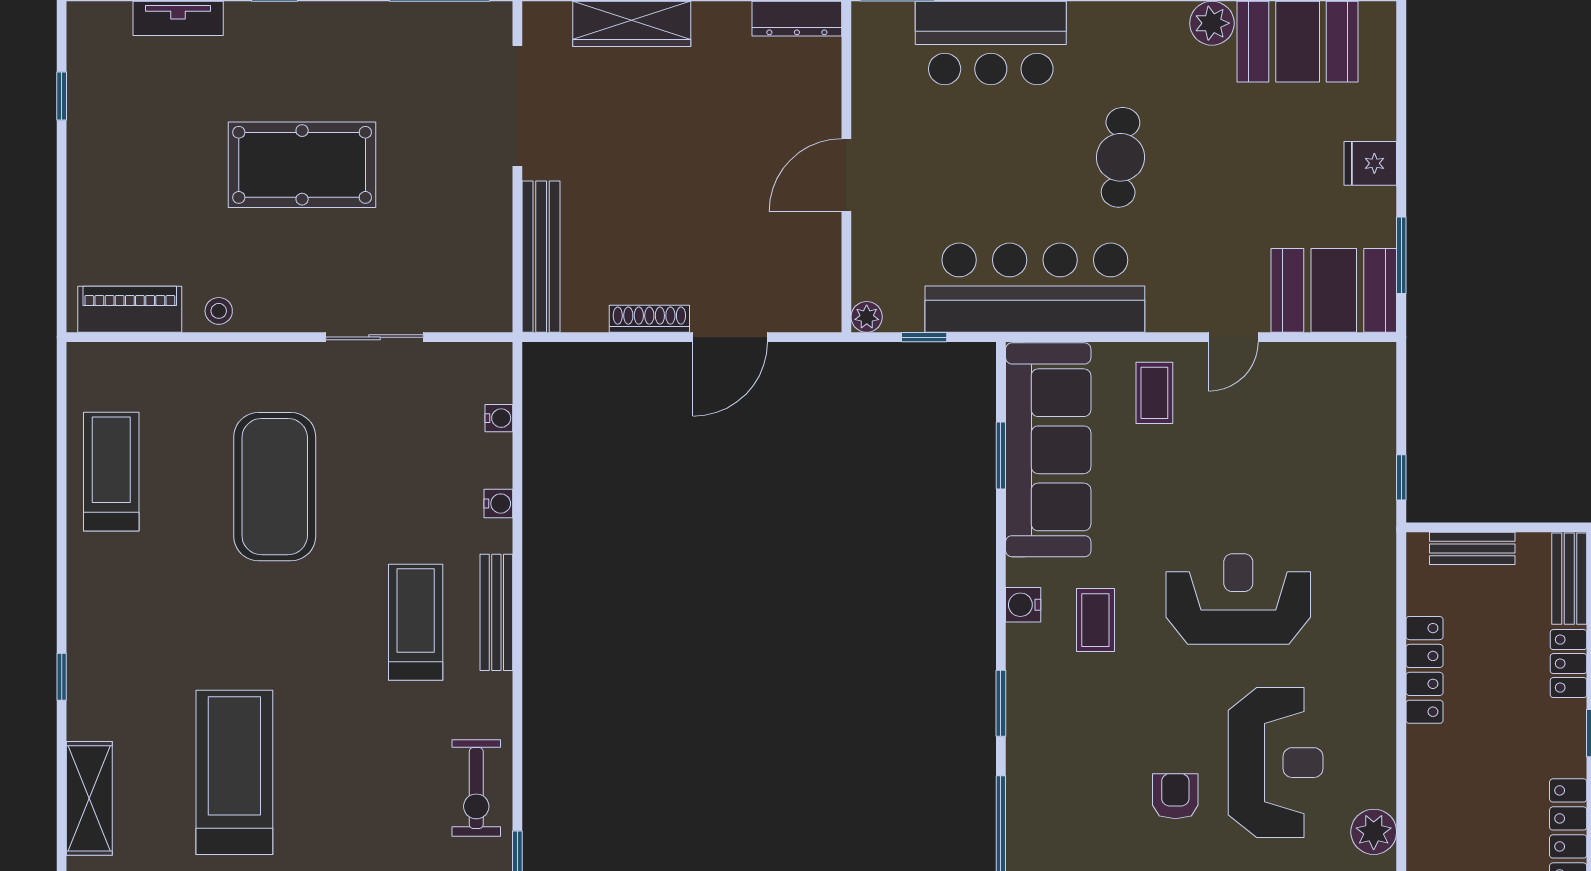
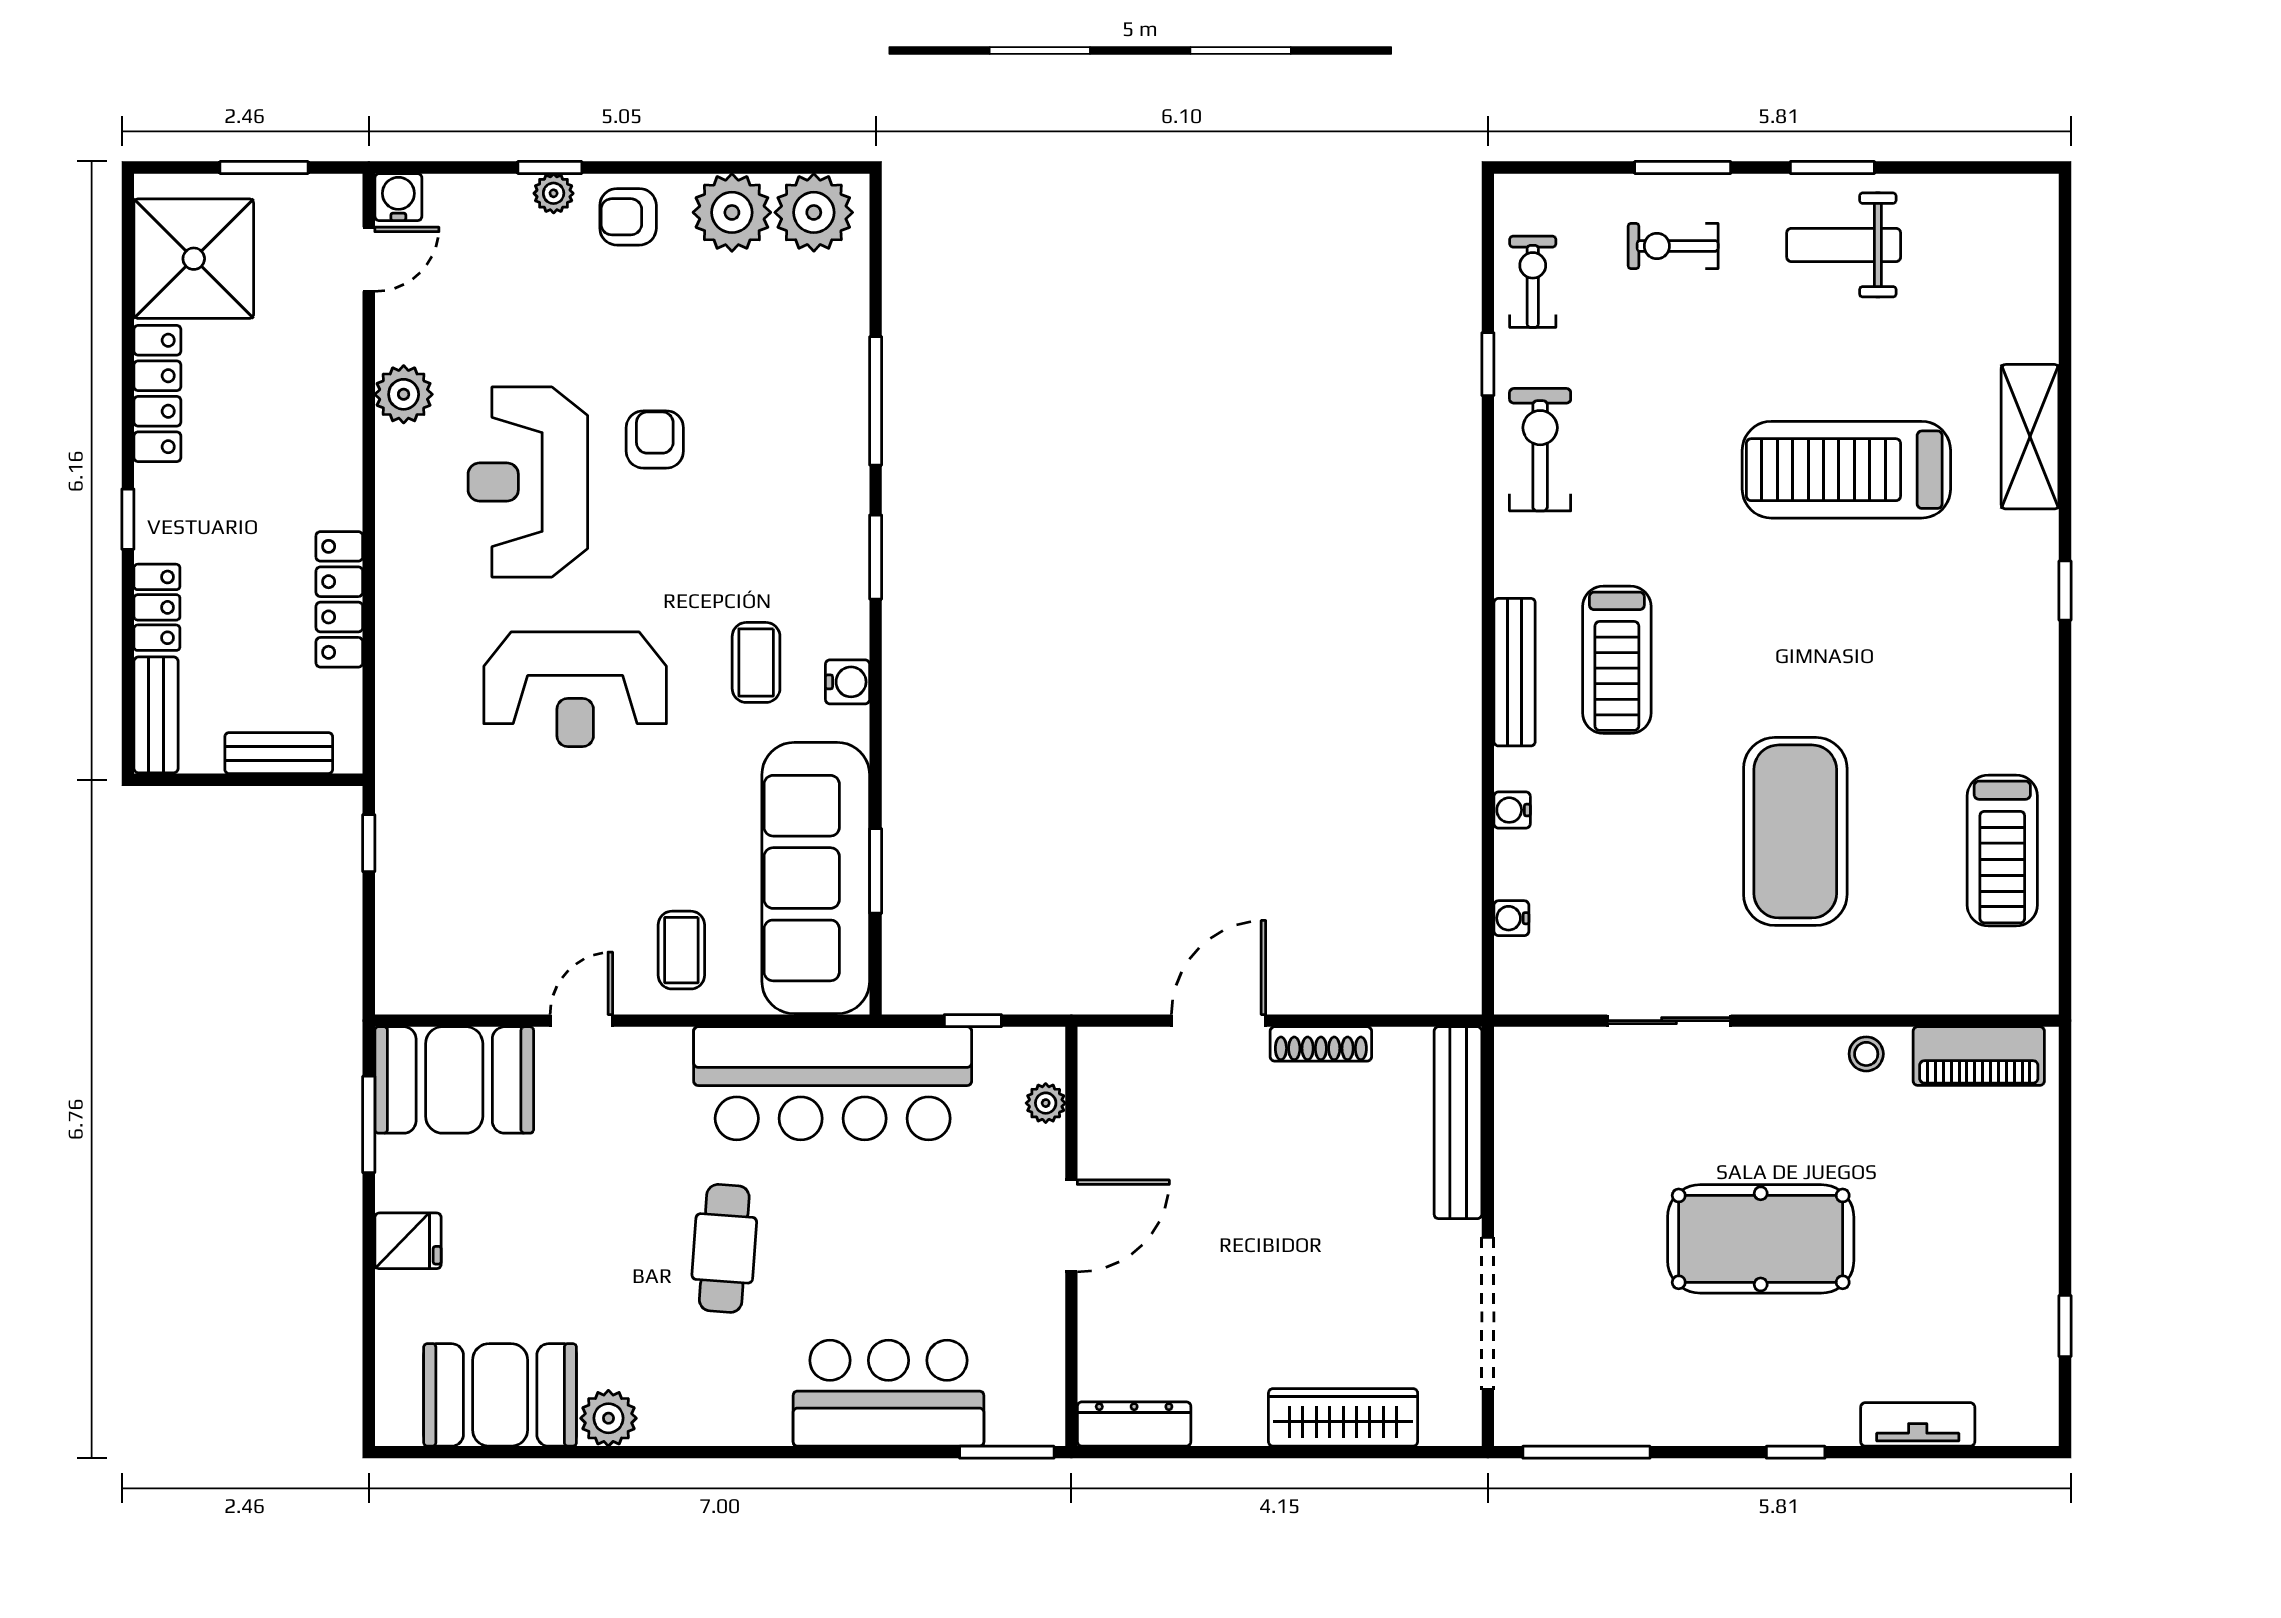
plant: (867, 317) -> (1046, 1103), moved
treadmill: (234, 772) -> (1846, 470), turned 90
armchair: (1175, 796) -> (655, 439), turned 180

